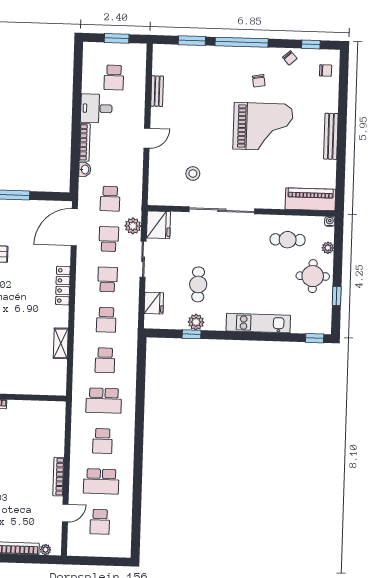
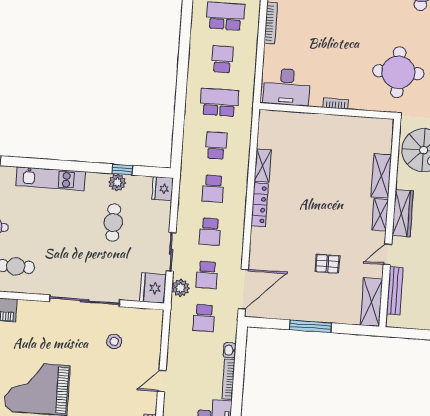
school desk: (110, 199) -> (204, 318), turned 180
locker: (63, 286) -> (260, 205), moved
fridge: (154, 303) -> (163, 189), moved
school desk: (106, 320) -> (213, 189), turned 180
desk: (41, 418) -> (287, 87), added

